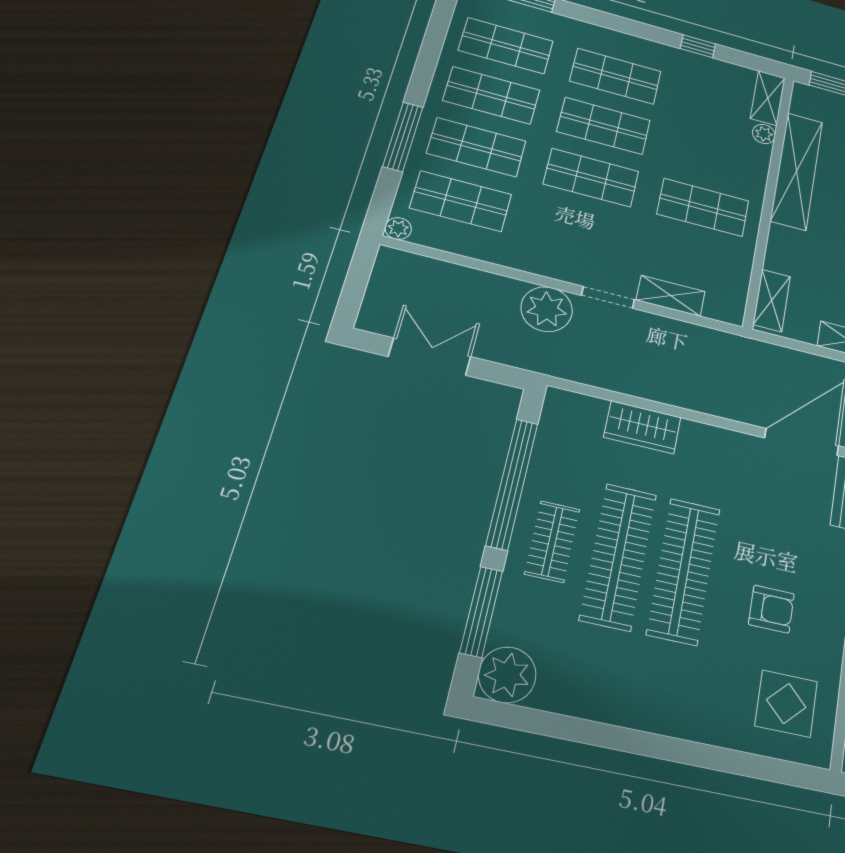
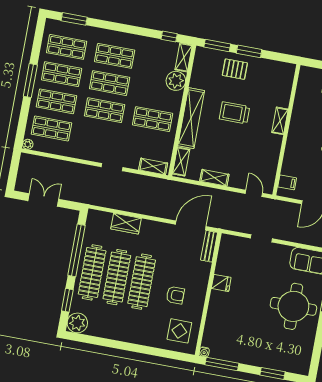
window: (698, 46) -> (169, 37), moved
plant: (764, 134) -> (176, 81), width x1.88, depth x1.88
window: (403, 137) -> (30, 81), moved
shelving: (797, 171) -> (191, 118), moved
shelving: (671, 296) -> (153, 166), moved
plant: (547, 309) -> (87, 175), removed
clothes rail: (552, 541) -> (92, 272), width x1.86, depth x1.31
window: (481, 612) -> (67, 300), width x0.69

